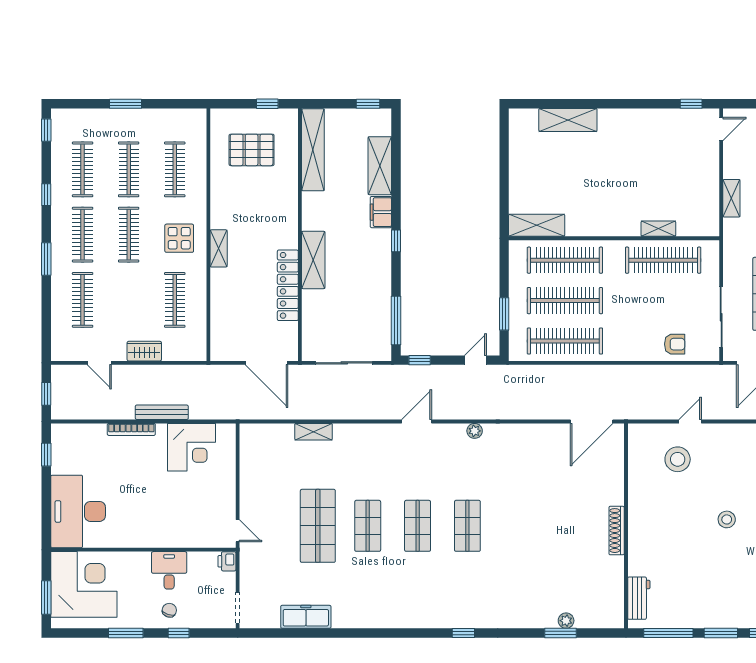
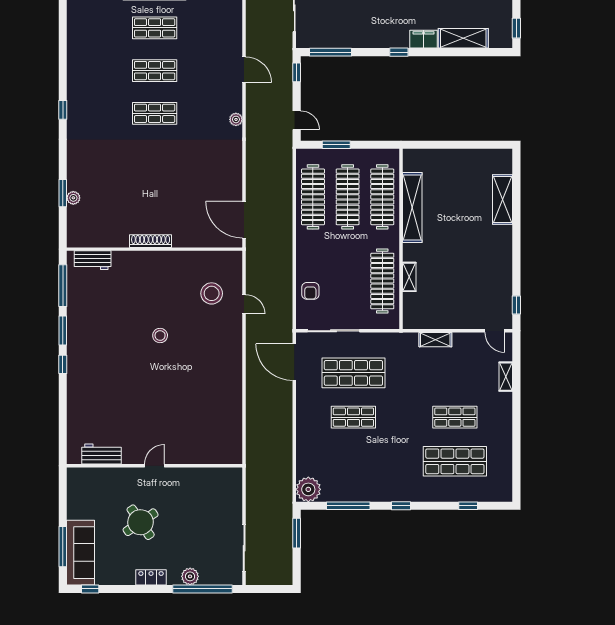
shelving: (537, 225) -> (412, 207), moved, width x1.47

